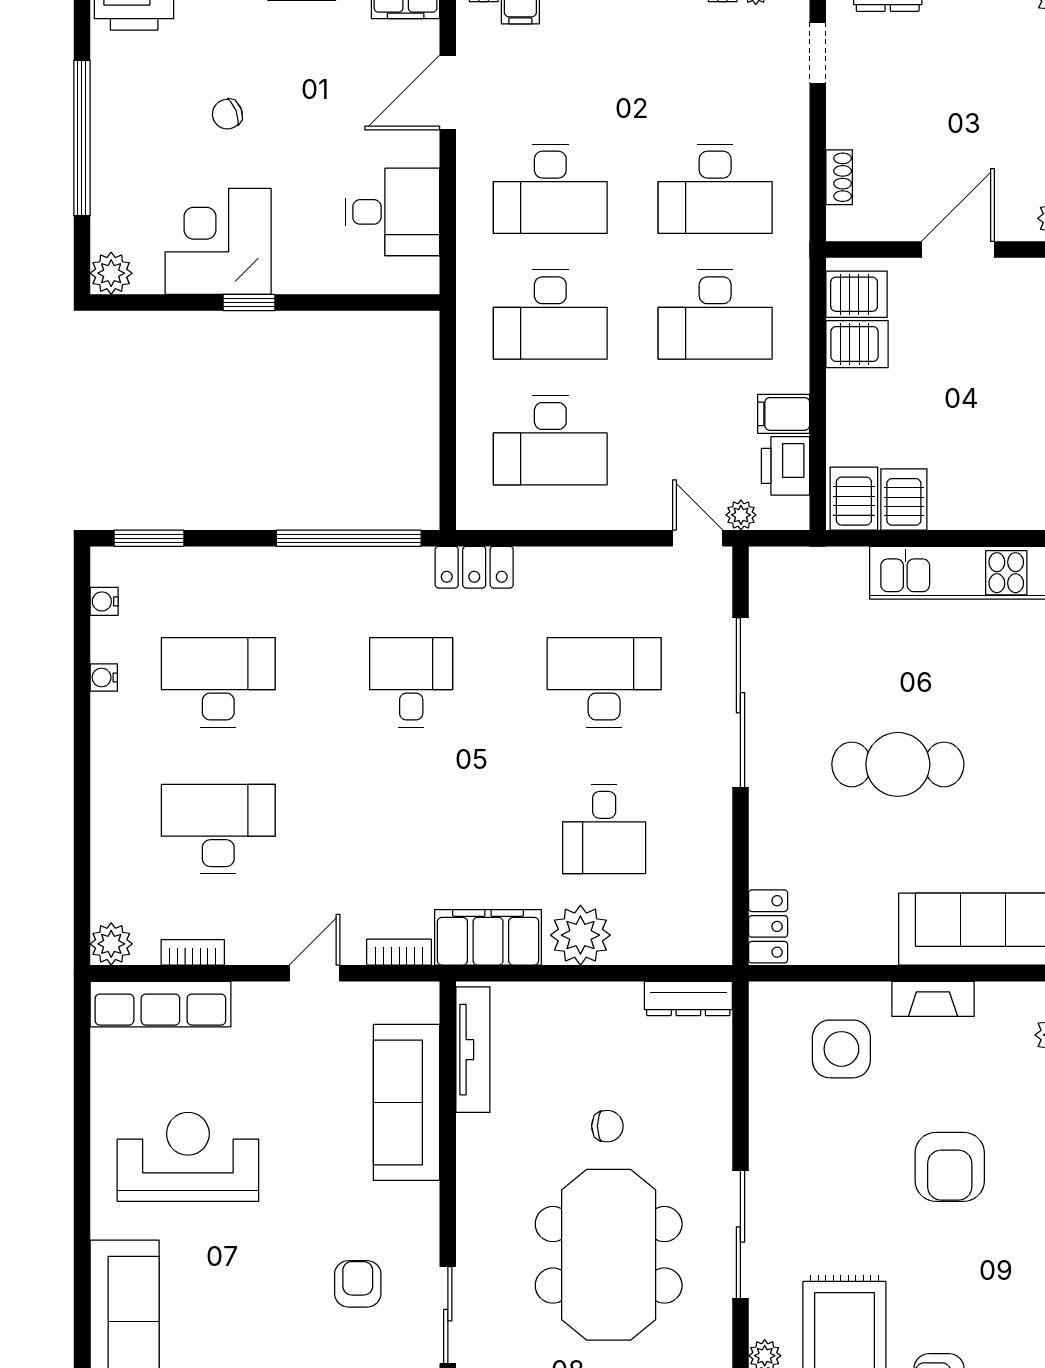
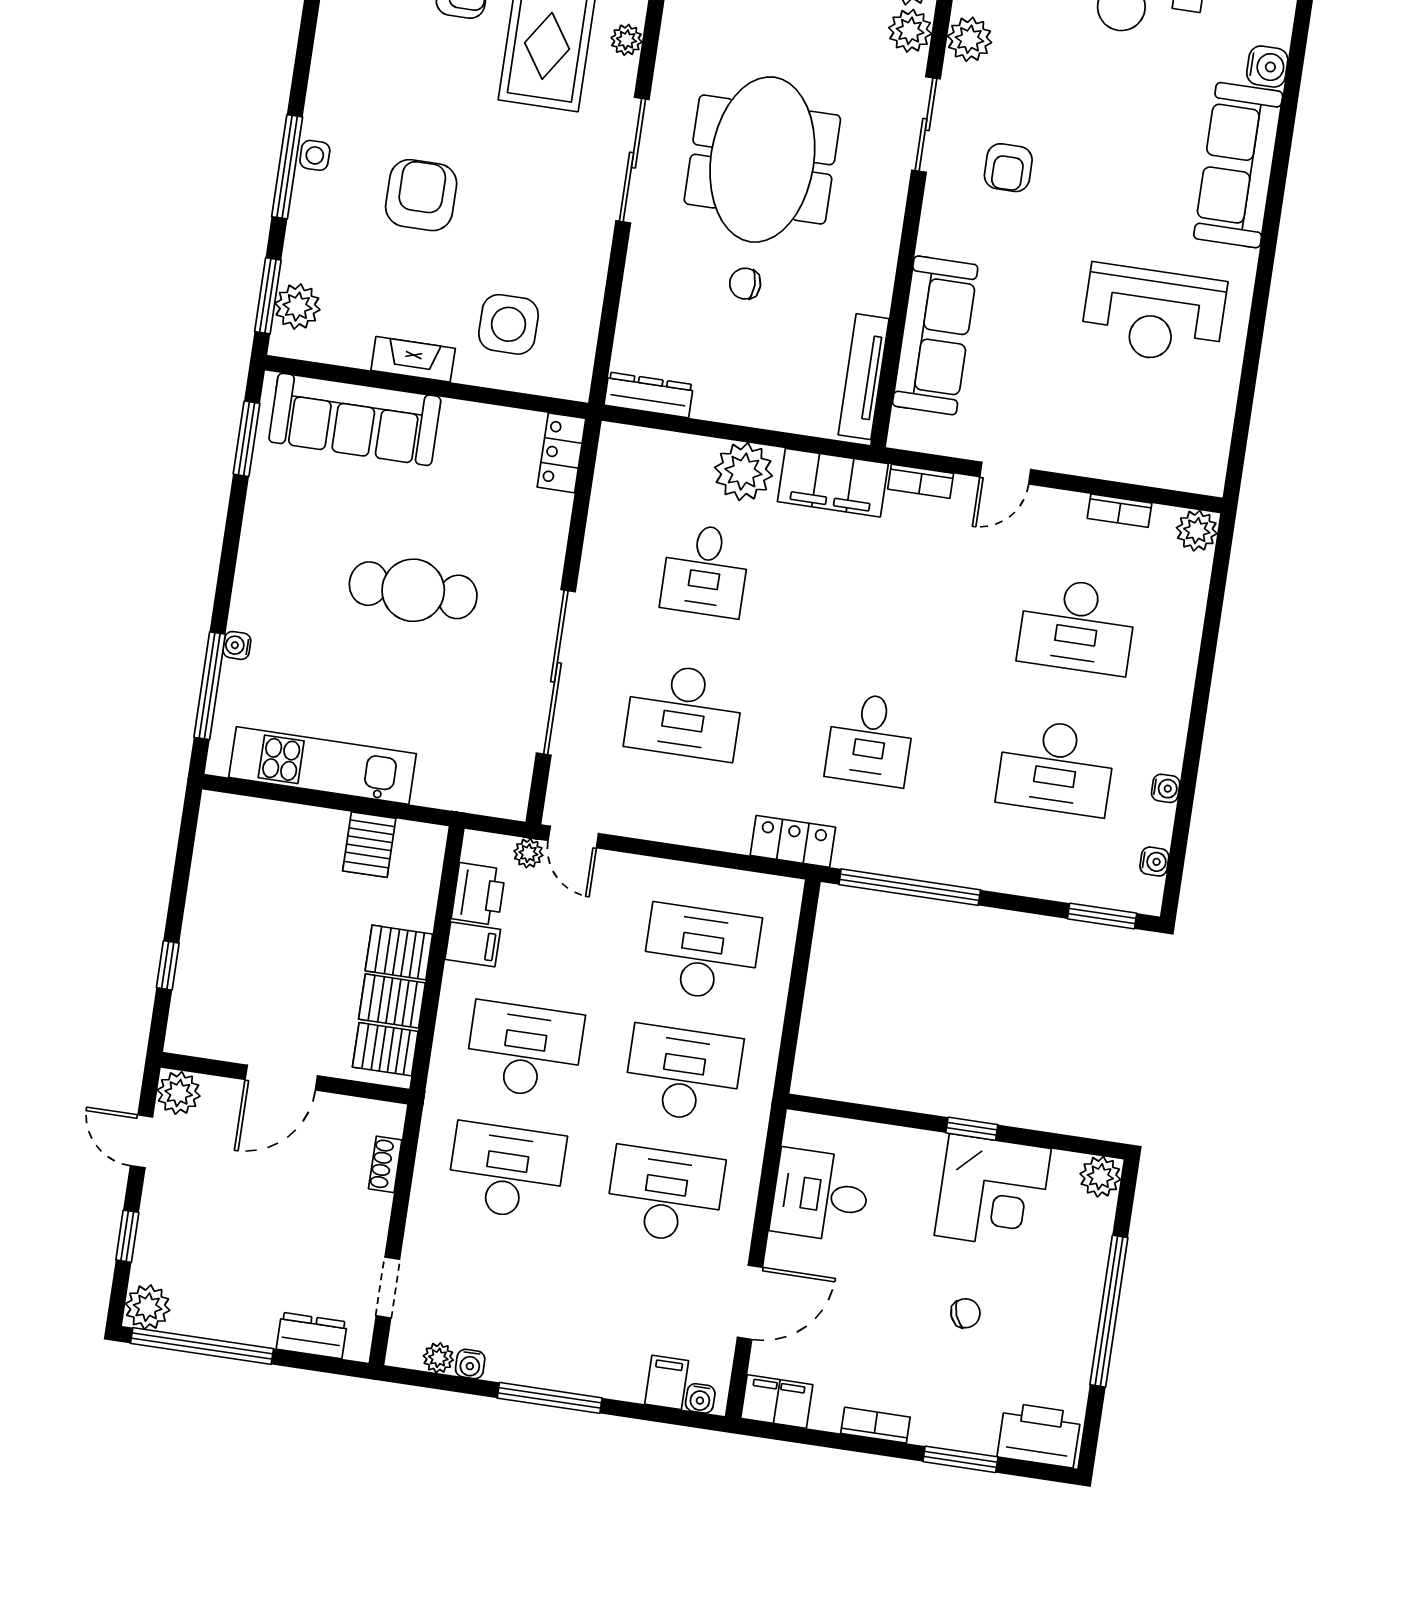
server rack: (854, 499) -> (399, 952), moved, turned 90
desk: (604, 829) -> (705, 570), turned 180
row of seats: (160, 1004) -> (1158, 466), removed

